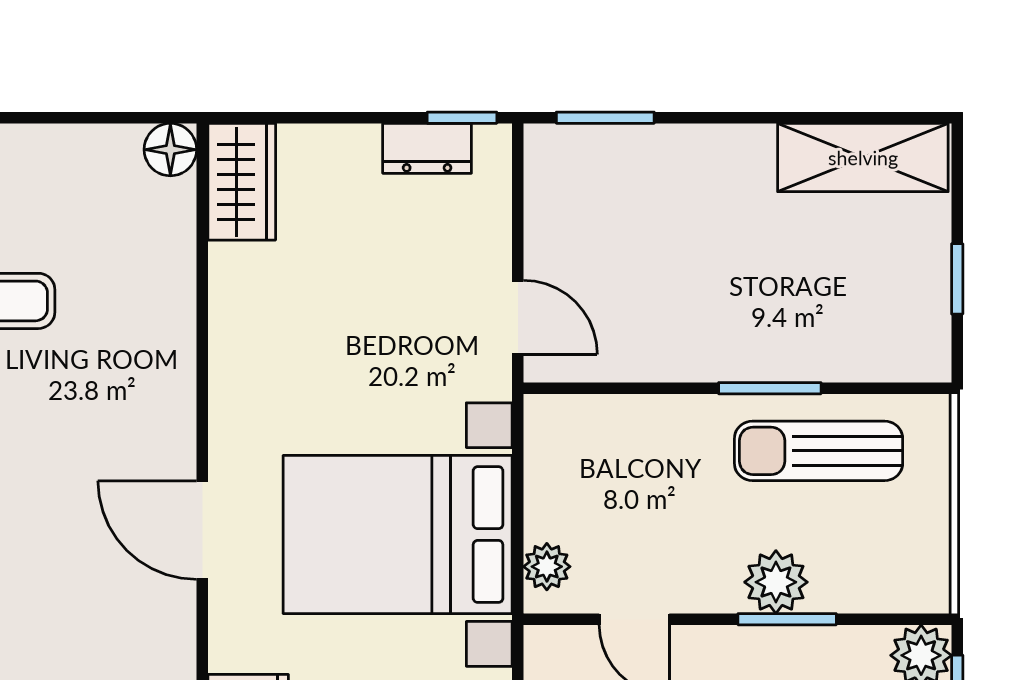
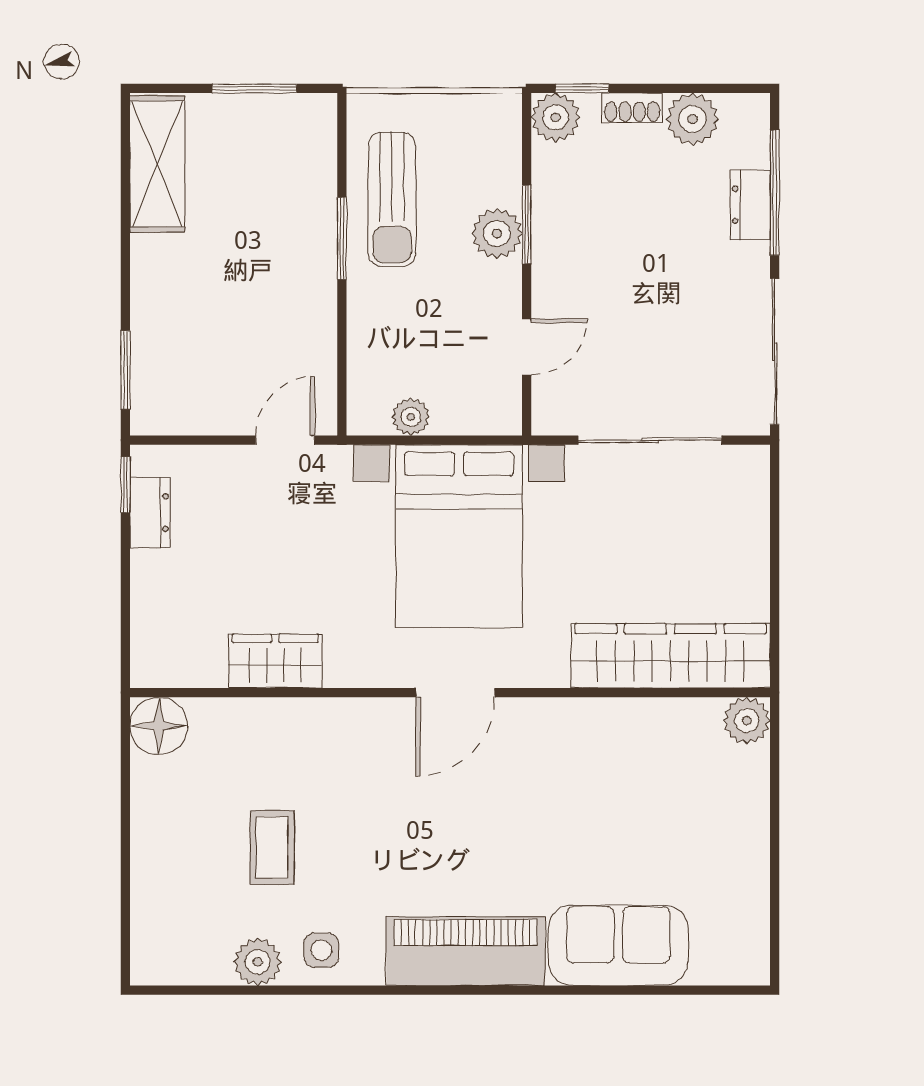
floor lamp: (170, 150) -> (159, 726), width x1.38, depth x1.38
wardrobe: (242, 182) -> (275, 661), moved
window: (957, 279) -> (254, 88), width x1.50
plant: (547, 567) -> (411, 417), moved

